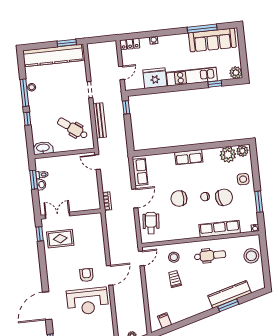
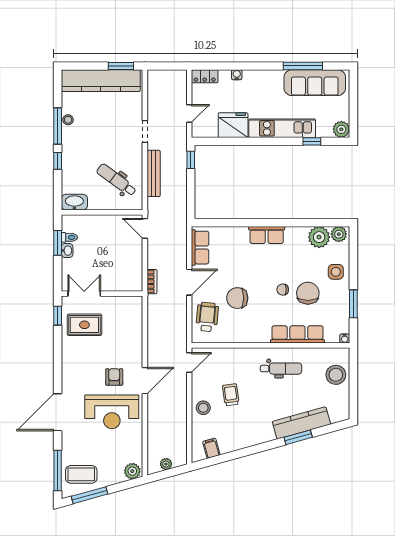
chair: (224, 197) -> (308, 293), turned -79
chair: (179, 199) -> (237, 298), moved
stool: (174, 257) -> (203, 408), moved

